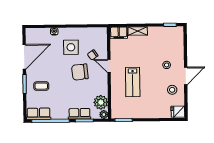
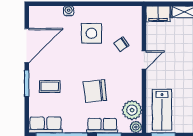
door: (109, 66) -> (144, 60), swing flipped
chair: (80, 72) -> (95, 91), moved
lab bench: (133, 82) -> (162, 110), moved

